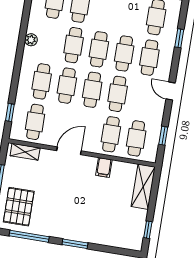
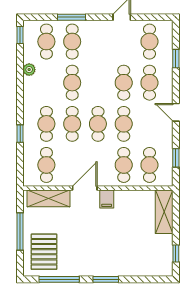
plant: (31, 40) -> (29, 70), moved
cafe table: (99, 49) -> (98, 83), removed
window: (10, 112) -> (20, 134), moved
shelving: (25, 152) -> (49, 198), width x1.50, depth x1.33
filing cabinet: (104, 167) -> (107, 199), moved

